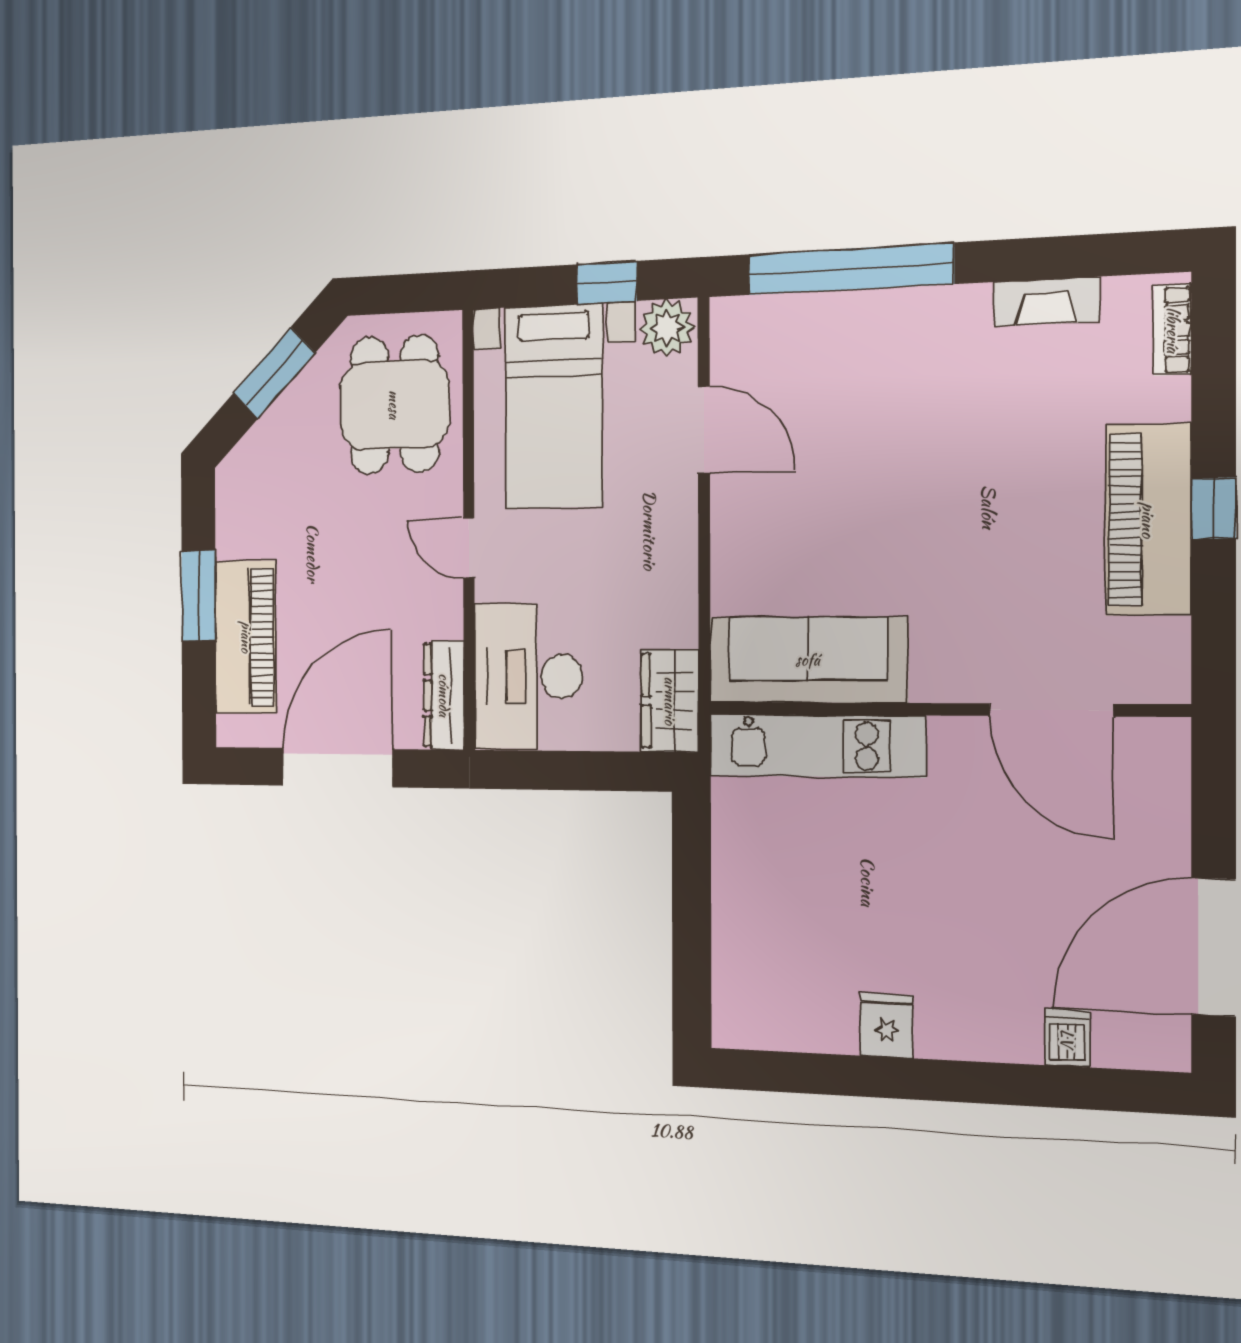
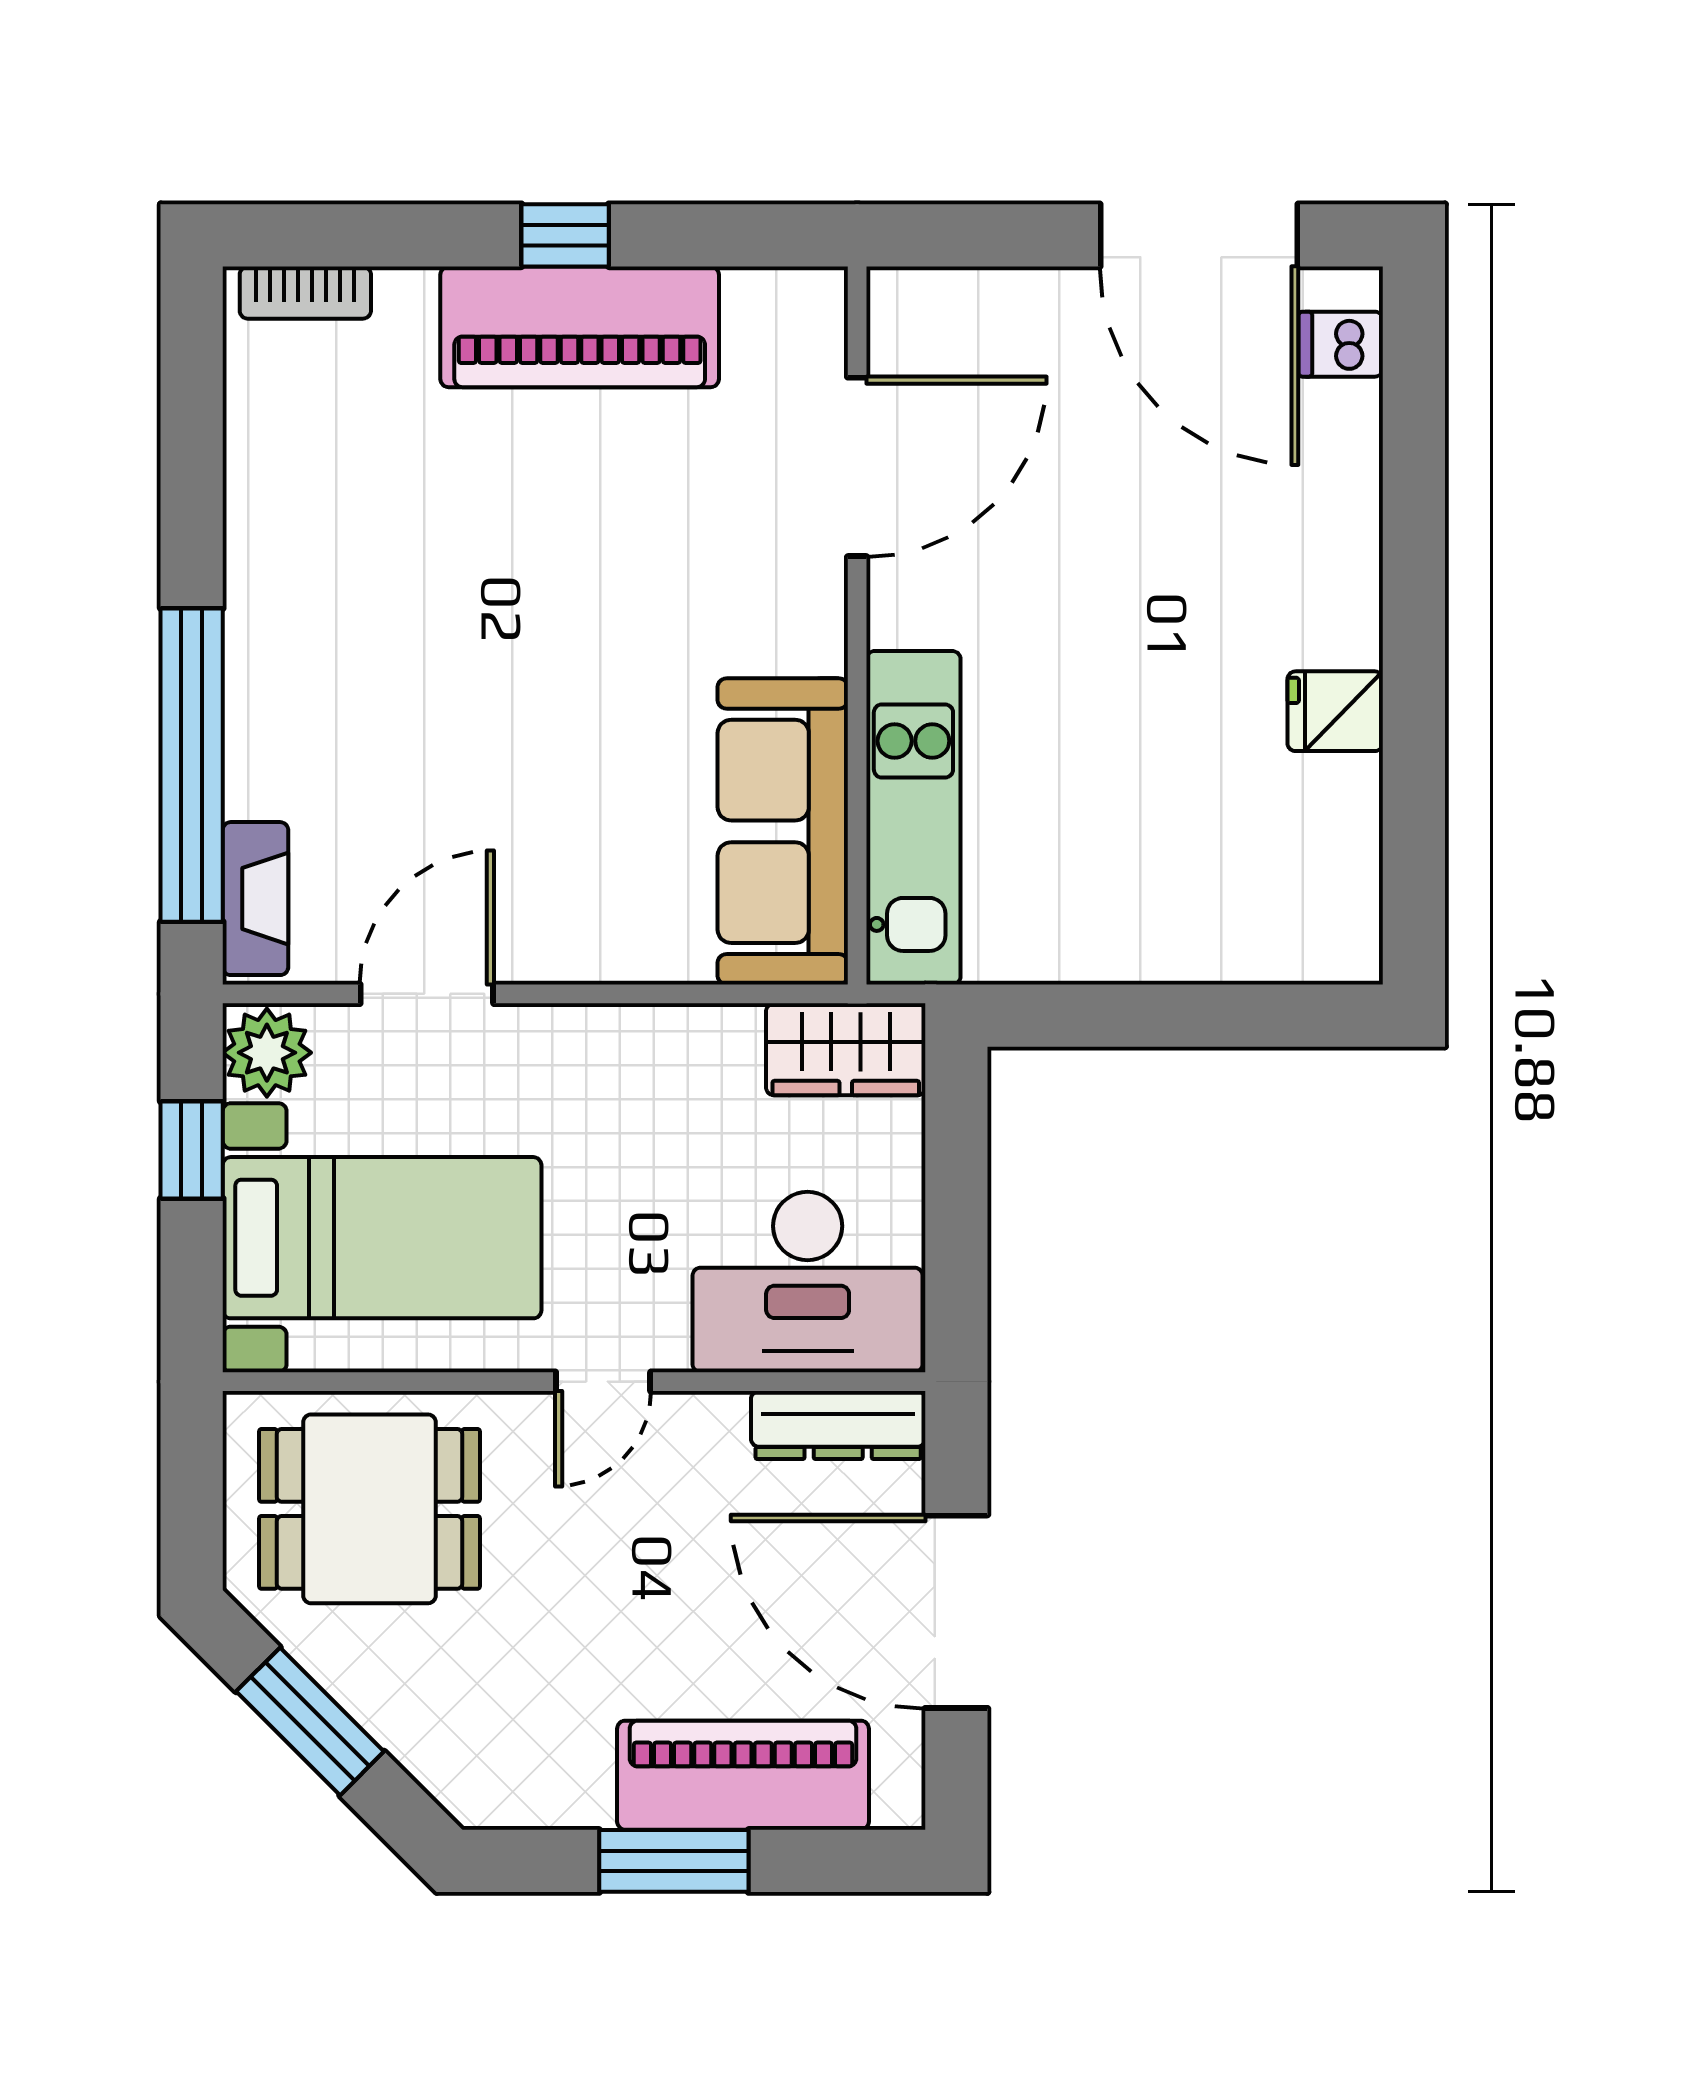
fireplace: (1046, 302) -> (255, 899), moved
dishwasher: (1067, 1038) -> (1341, 344), moved

